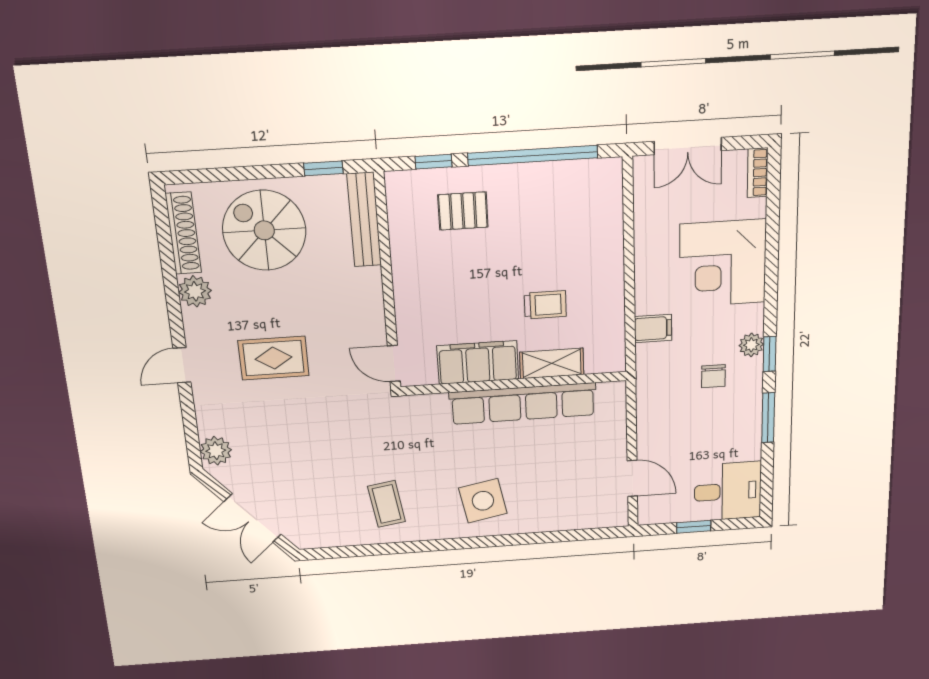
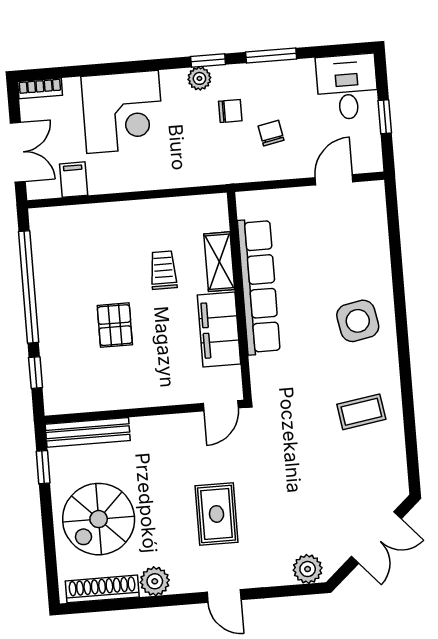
pallet: (463, 211) -> (115, 325), moved
filing cabinet: (653, 328) -> (74, 180), moved
chair: (686, 417) -> (271, 133), added

